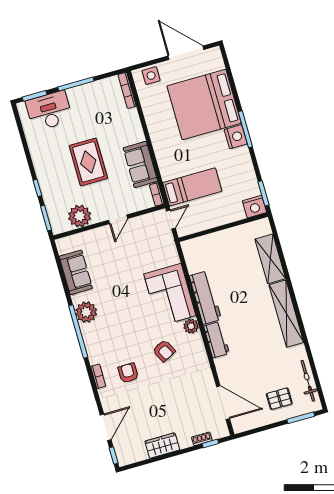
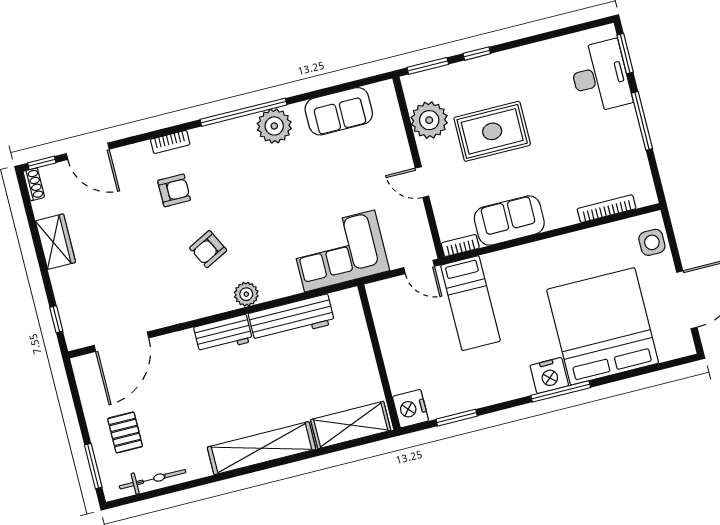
bookcase: (127, 90) -> (607, 209), moved
rug: (88, 162) -> (492, 131), moved
nightstand: (255, 207) -> (410, 409), moved
wall: (223, 227) -> (379, 357), moved
corner sofa: (170, 295) -> (340, 251), moved
shoe rack: (202, 439) -> (34, 184), moved

